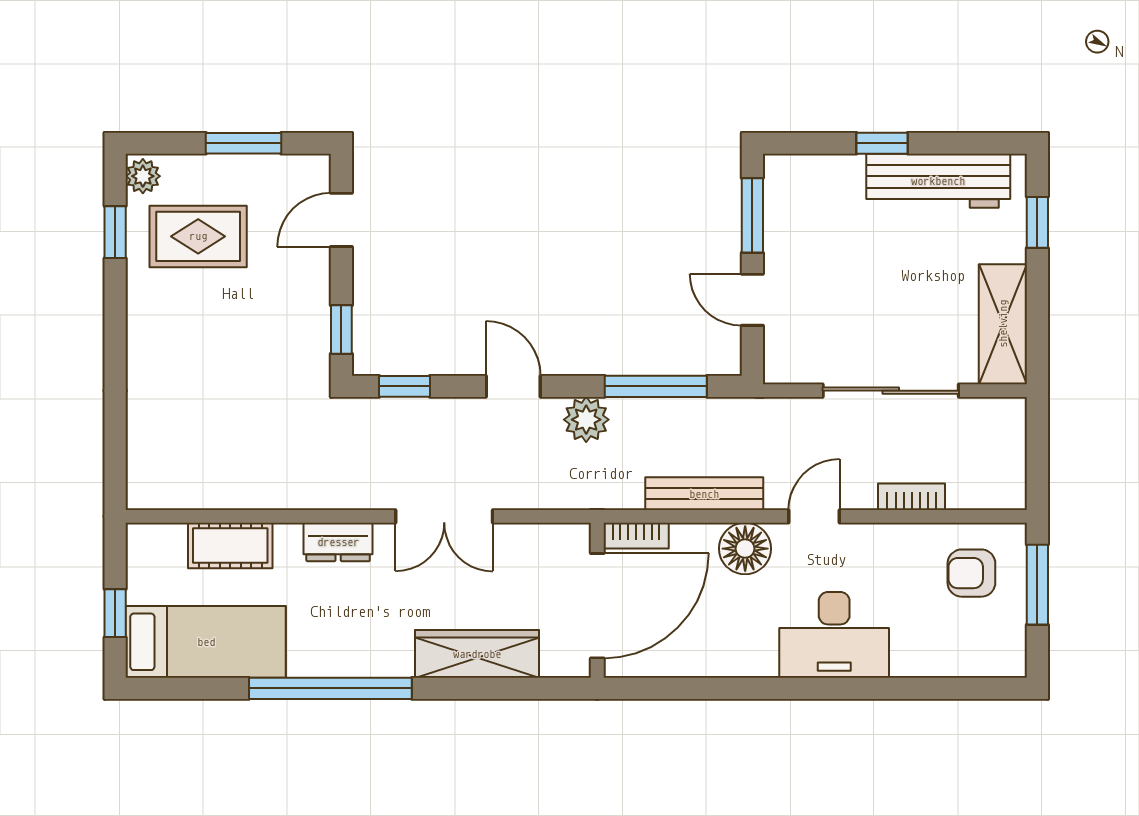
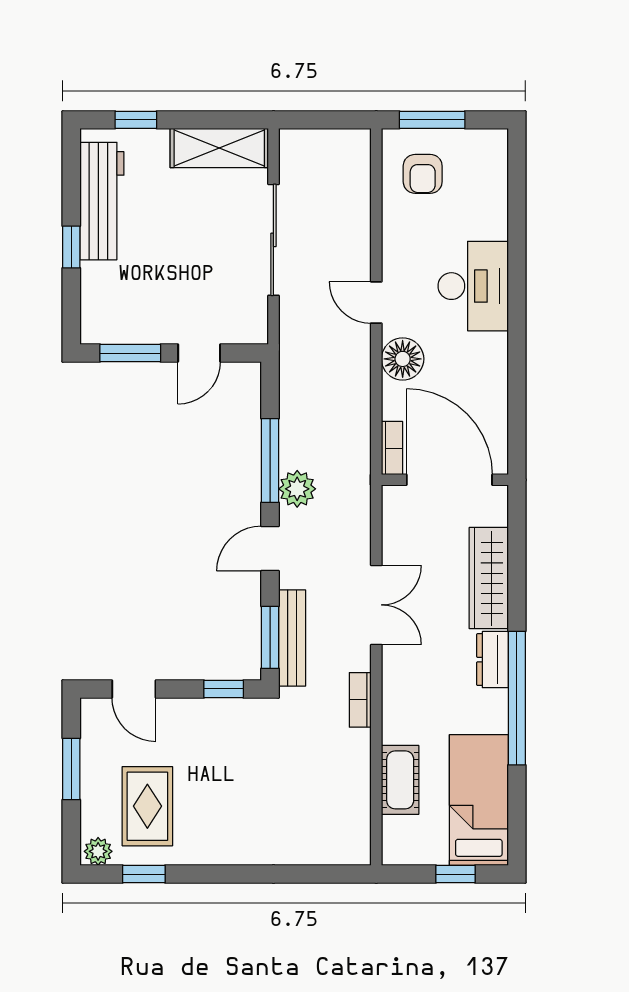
window: (404, 386) -> (270, 637), width x1.50
window: (656, 386) -> (270, 460), moved
bench: (704, 494) -> (292, 638), moved
bookcase: (912, 497) -> (360, 700), moved
dresser: (338, 542) -> (492, 660), moved, turned 180

